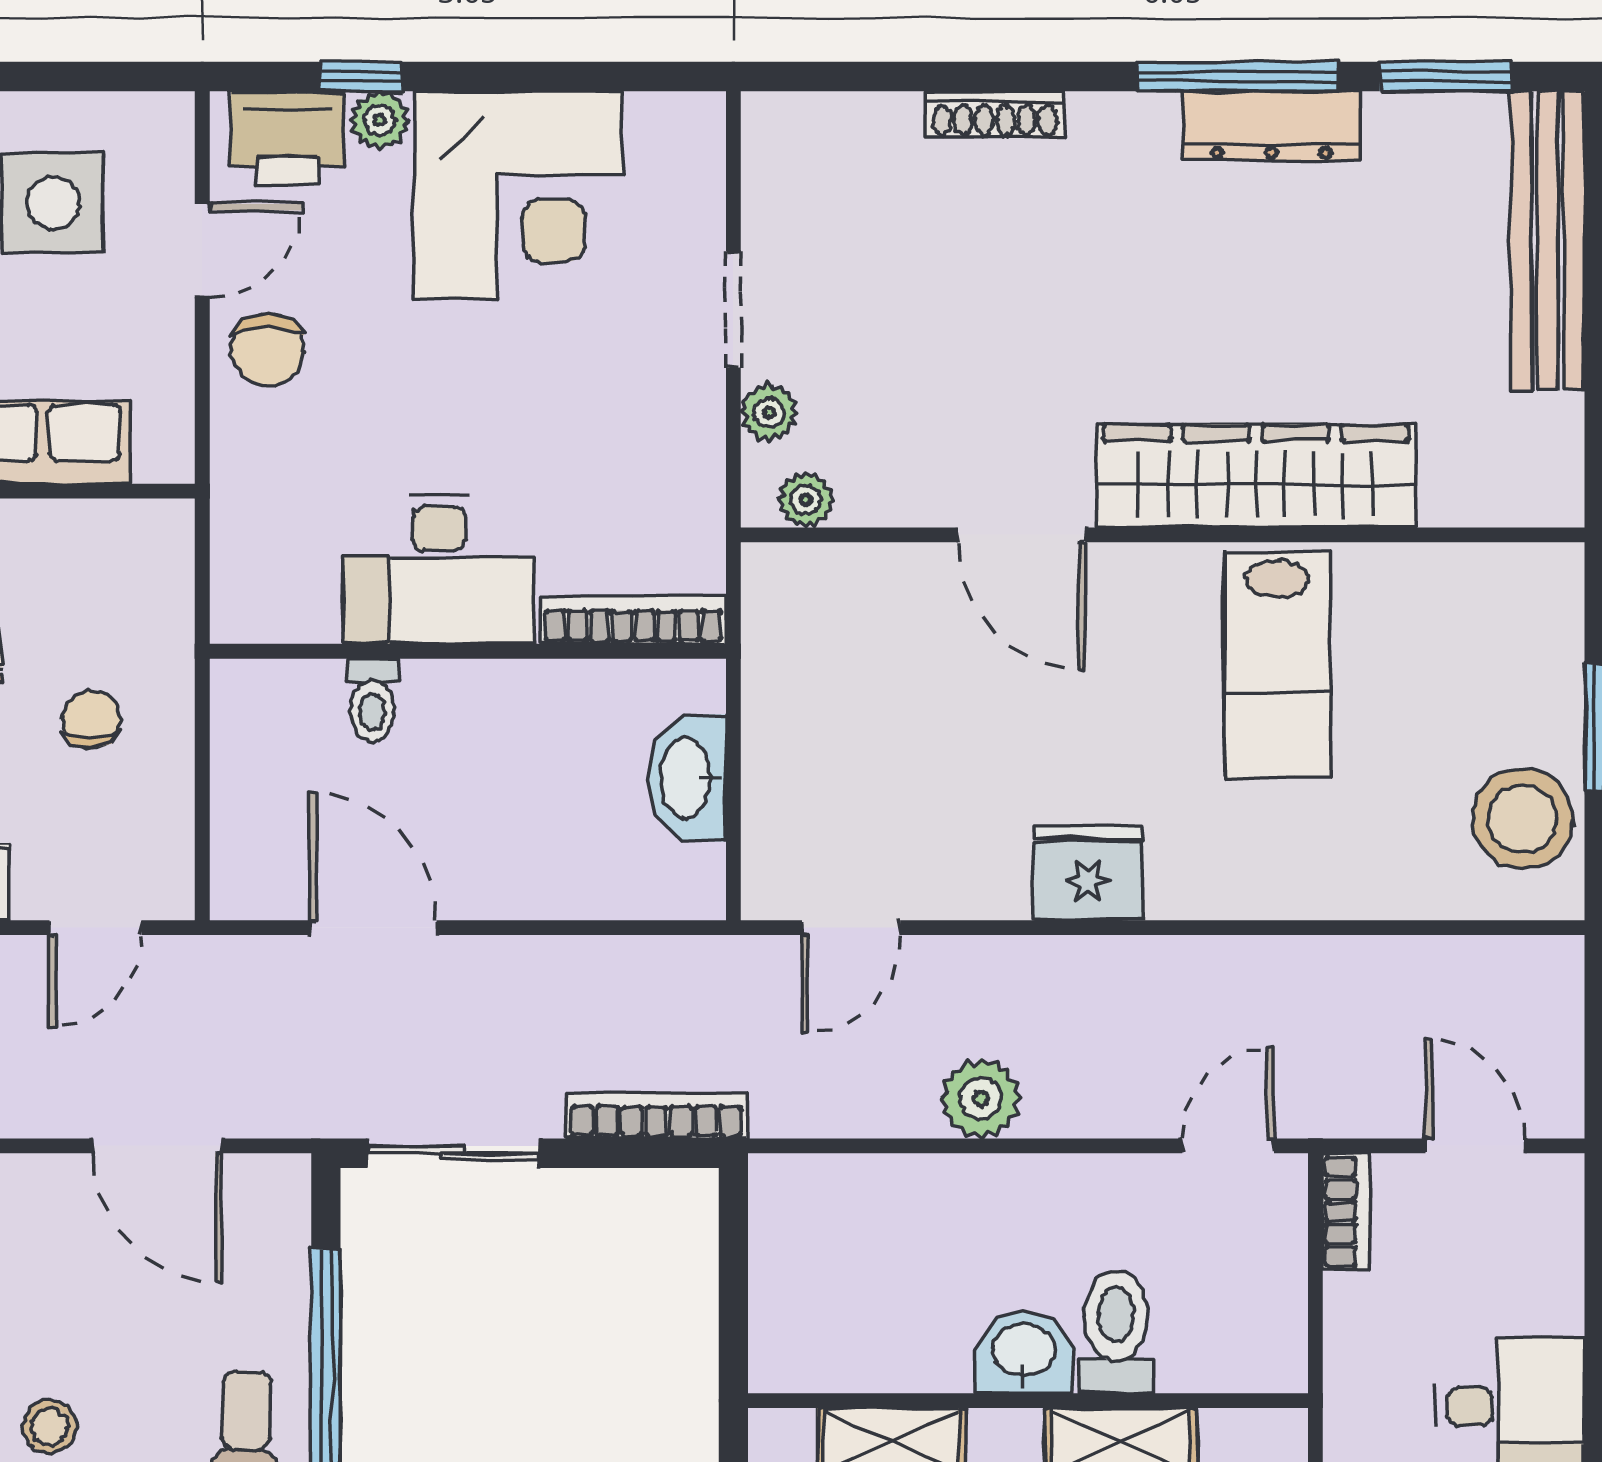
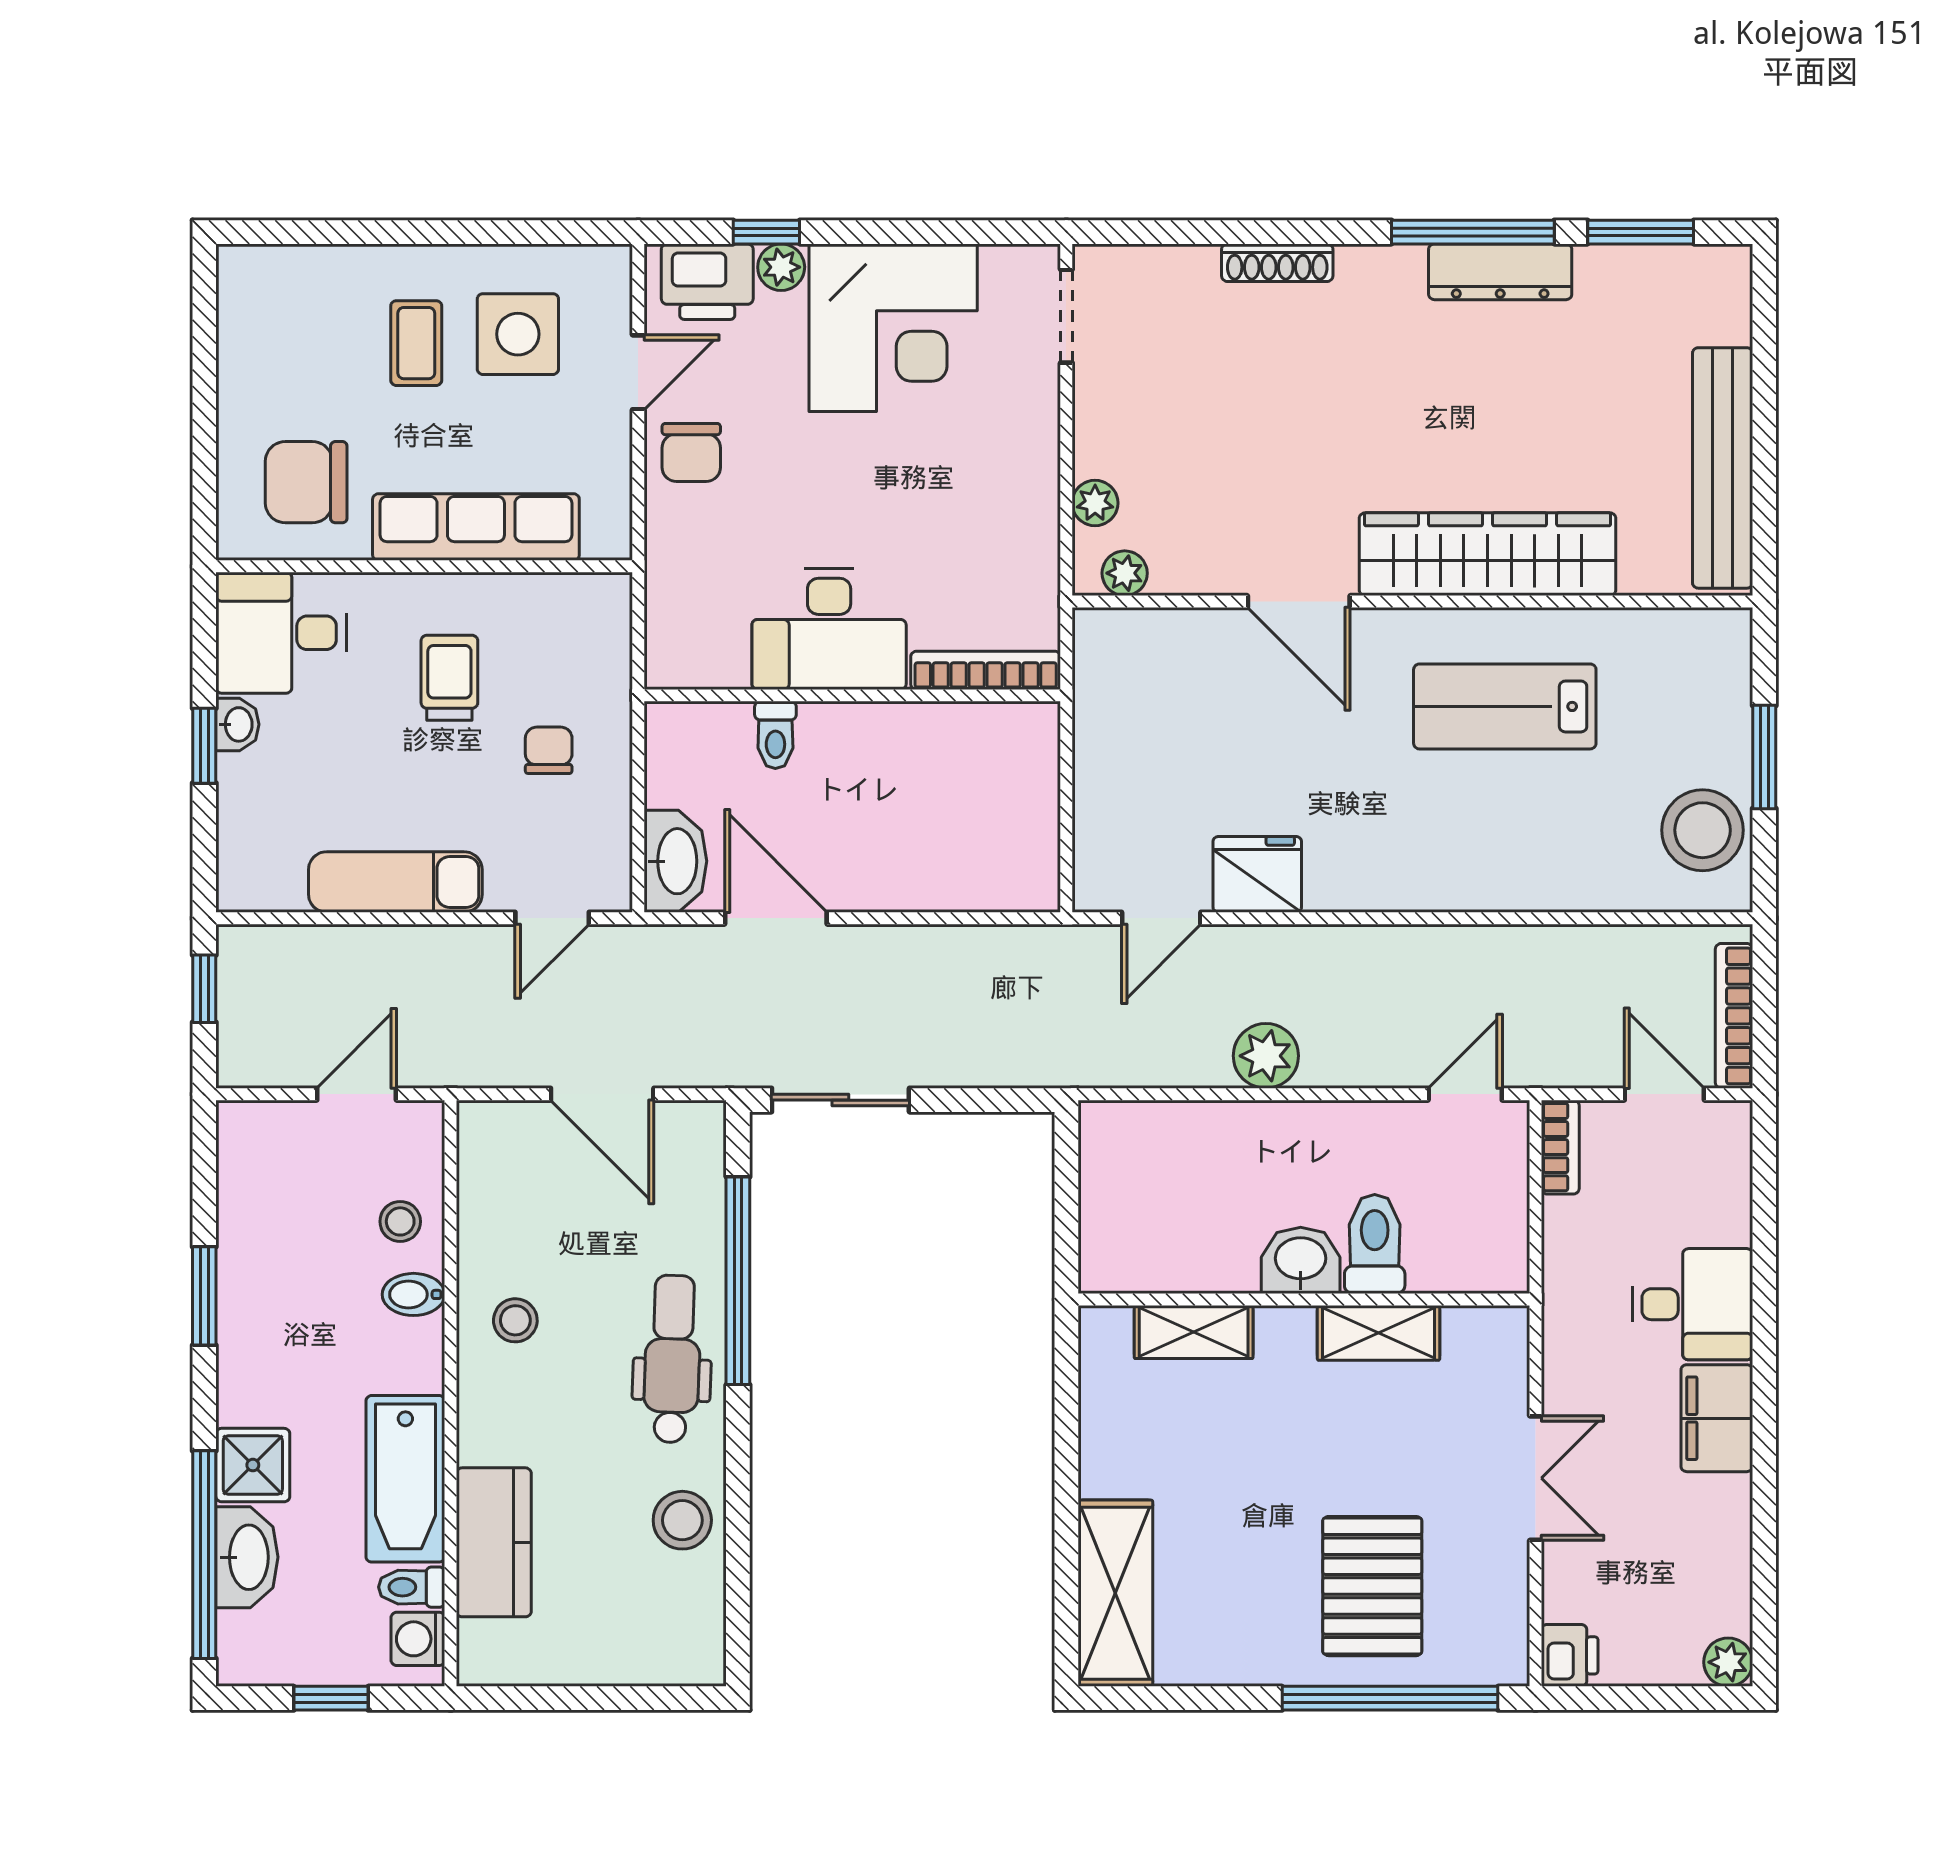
bench: (1547, 240) -> (1723, 468), moved
doorway: (733, 309) -> (1066, 316), moved
lab bench: (1277, 665) -> (1505, 706), turned 90
washbasin: (687, 778) -> (675, 861), moved, turned 180
fridge: (1088, 873) -> (1257, 874), moved
bookcase: (657, 1116) -> (1734, 1016), moved, turned -90

